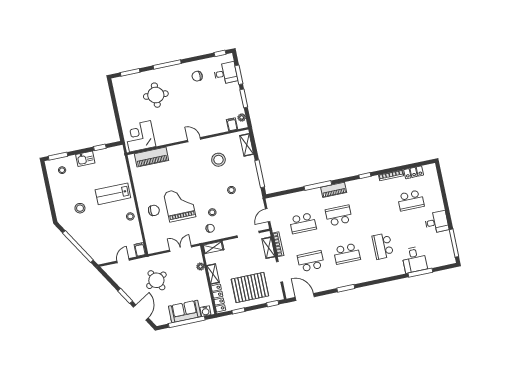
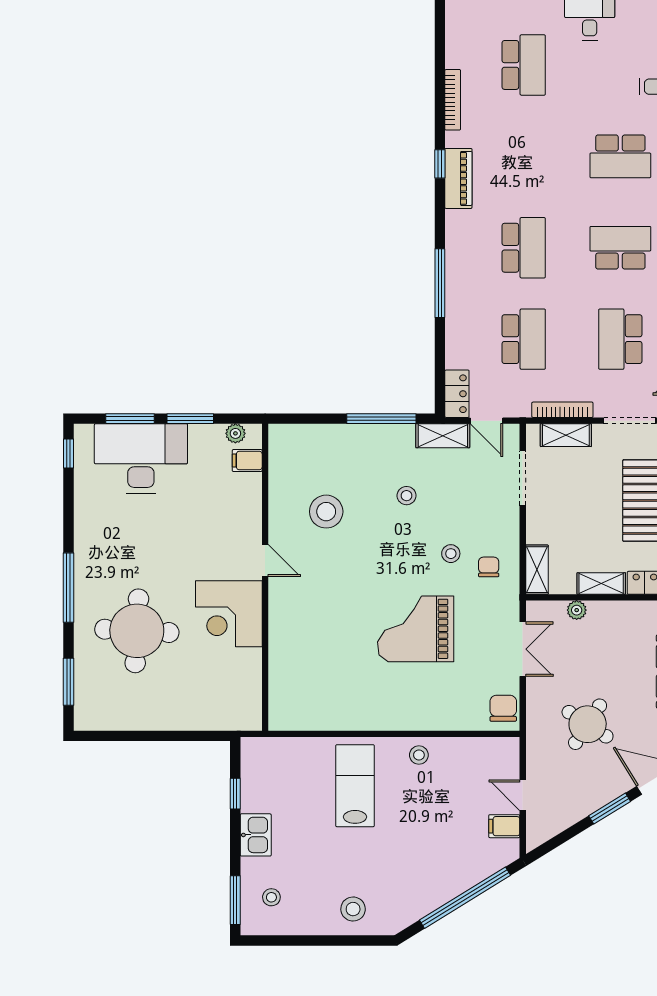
desk: (225, 73) -> (141, 458), width x1.87, depth x1.30
chair: (197, 76) -> (112, 521), removed
round table: (156, 95) -> (137, 631), width x1.36, depth x1.36
corner desk: (140, 136) -> (229, 614), moved
door: (194, 140) -> (265, 561), swing flipped
shelving: (247, 145) -> (443, 436), moved
piano: (151, 157) -> (285, 673), removed
locker: (414, 172) -> (457, 394), moved
piano: (334, 190) -> (458, 178), moved
lab bench: (113, 194) -> (355, 786), turned 180
stool: (80, 208) -> (353, 909), moved
chair: (154, 210) -> (503, 708), moved
school desk: (339, 216) -> (524, 248), turned 180
filing cabinet: (140, 249) -> (504, 826), moved
double door: (181, 249) -> (523, 649), swing flipped
school desk: (347, 254) -> (620, 248), turned -90
round table: (156, 280) -> (588, 724), turned -30

